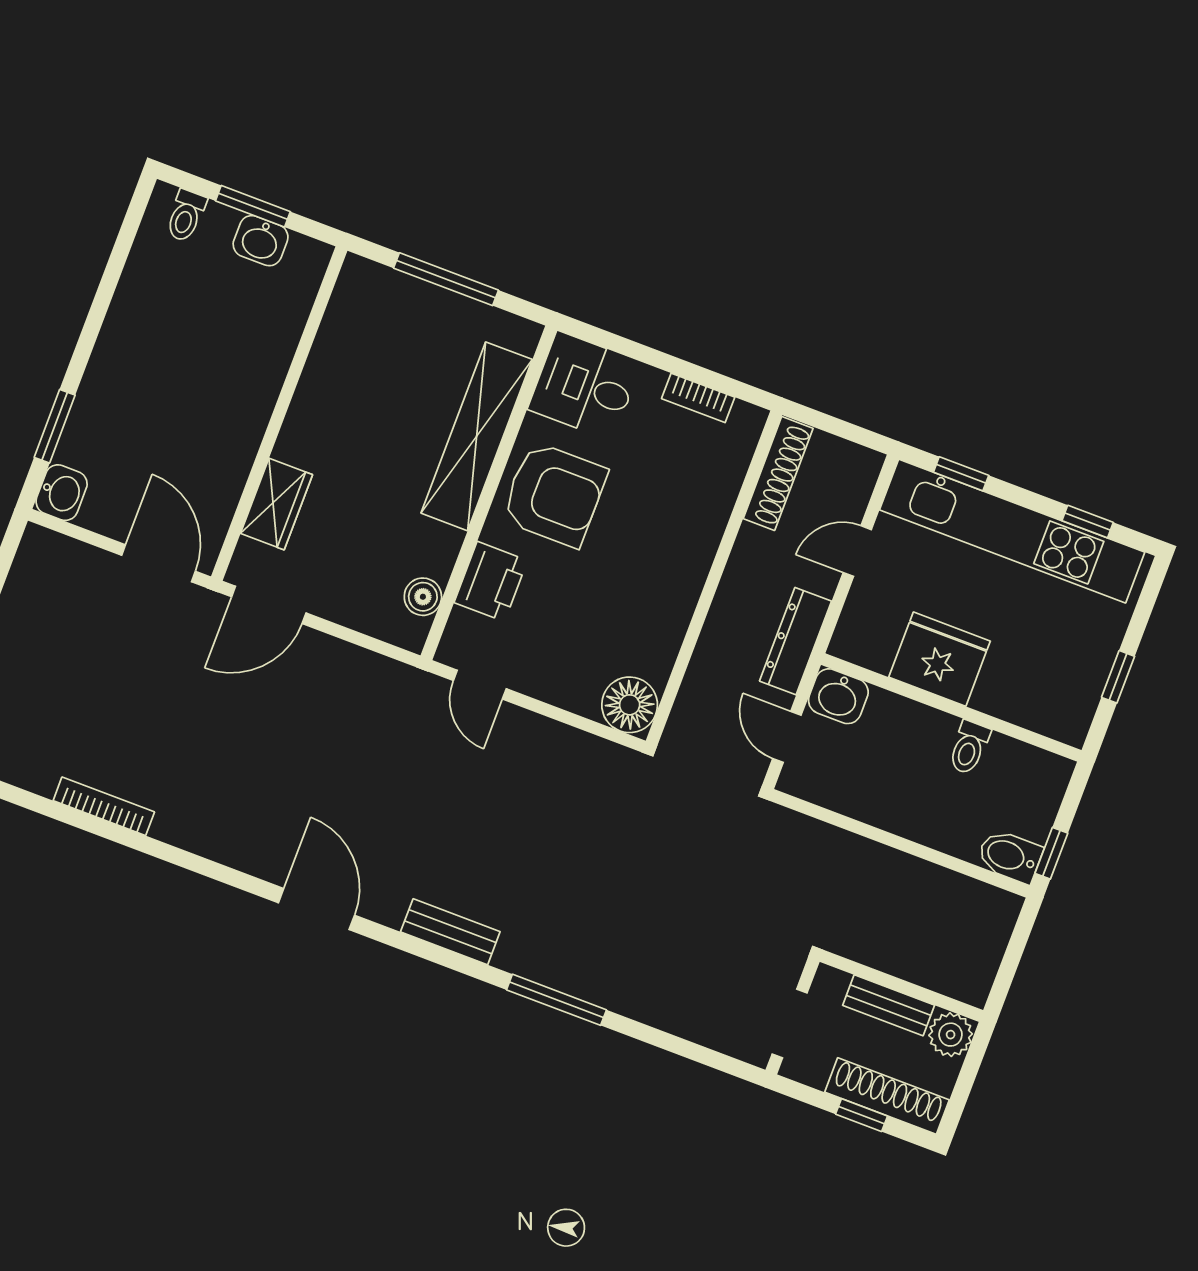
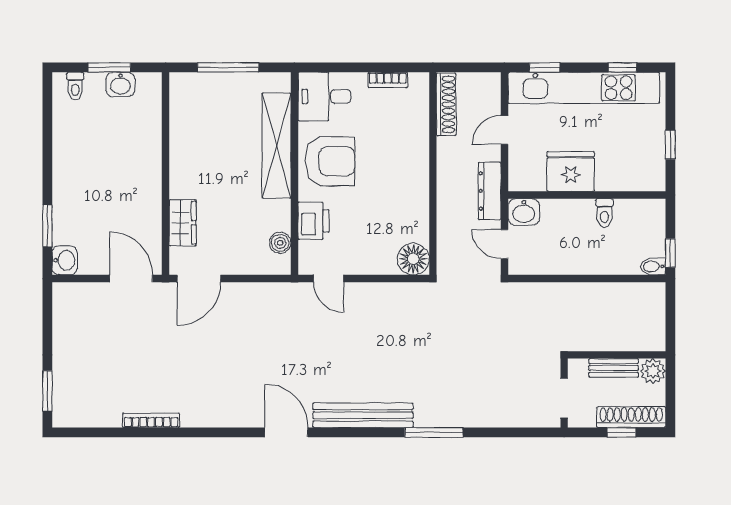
bidet: (1010, 856) -> (653, 266), width x0.72, depth x0.74
bench: (450, 932) -> (363, 415), width x1.86, depth x1.21

